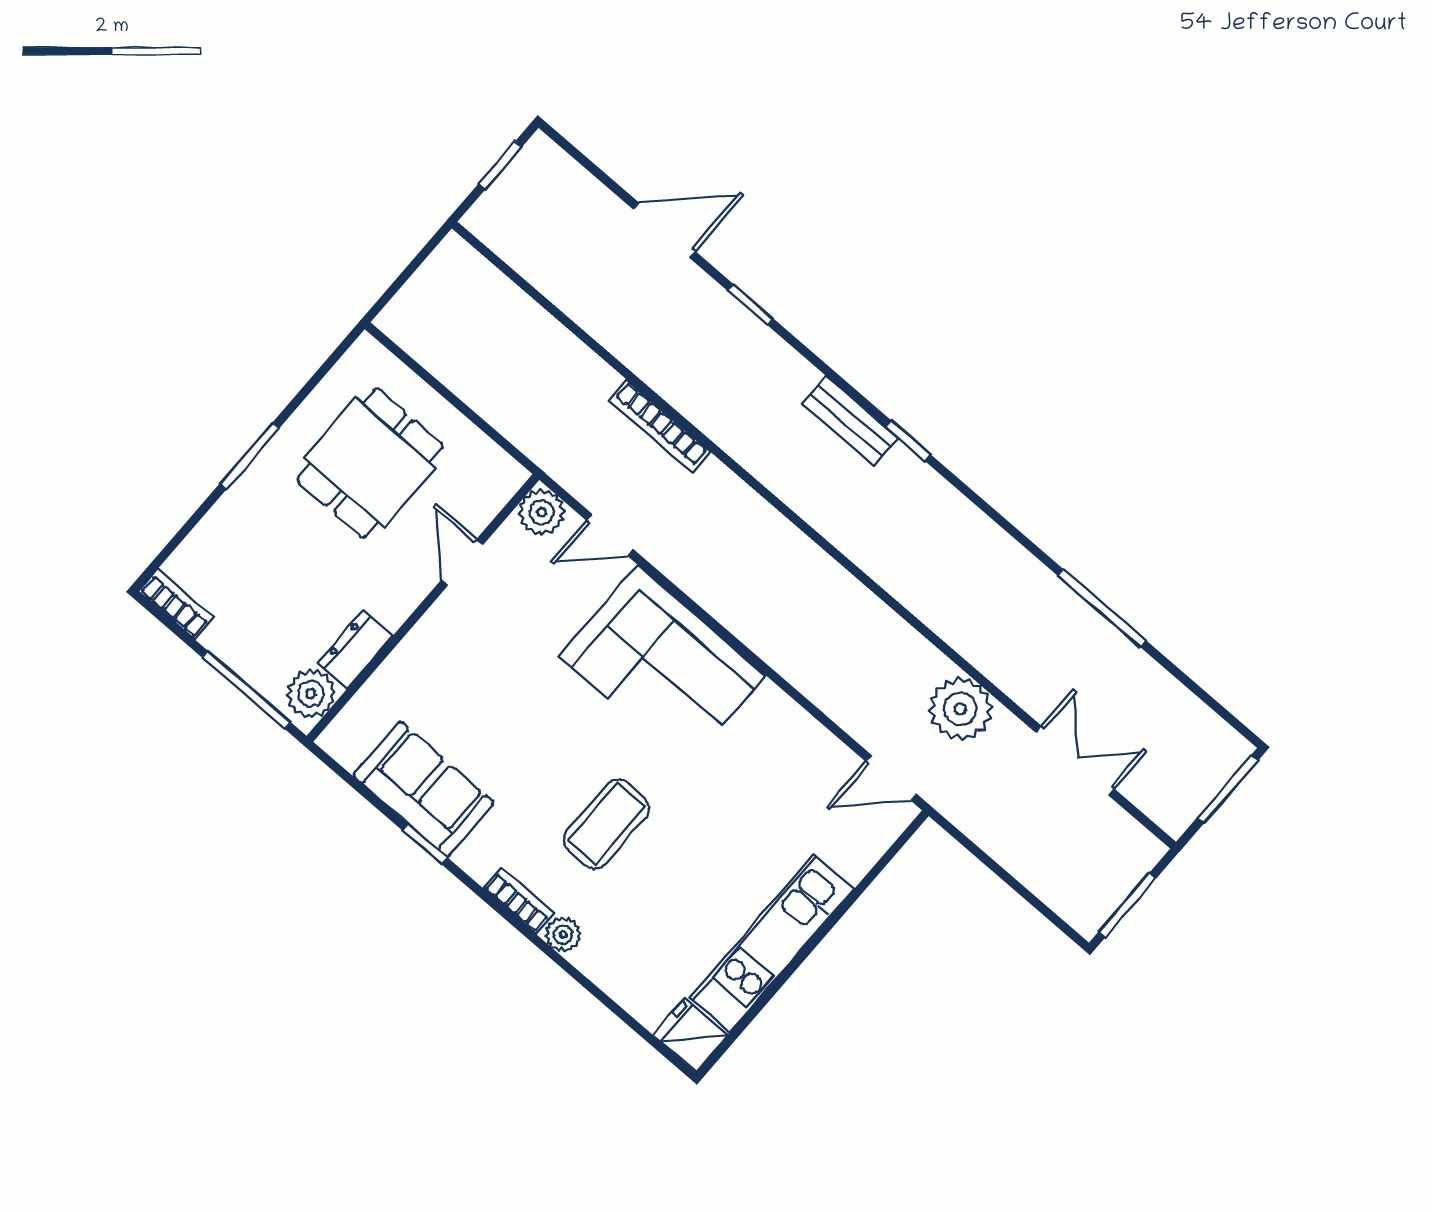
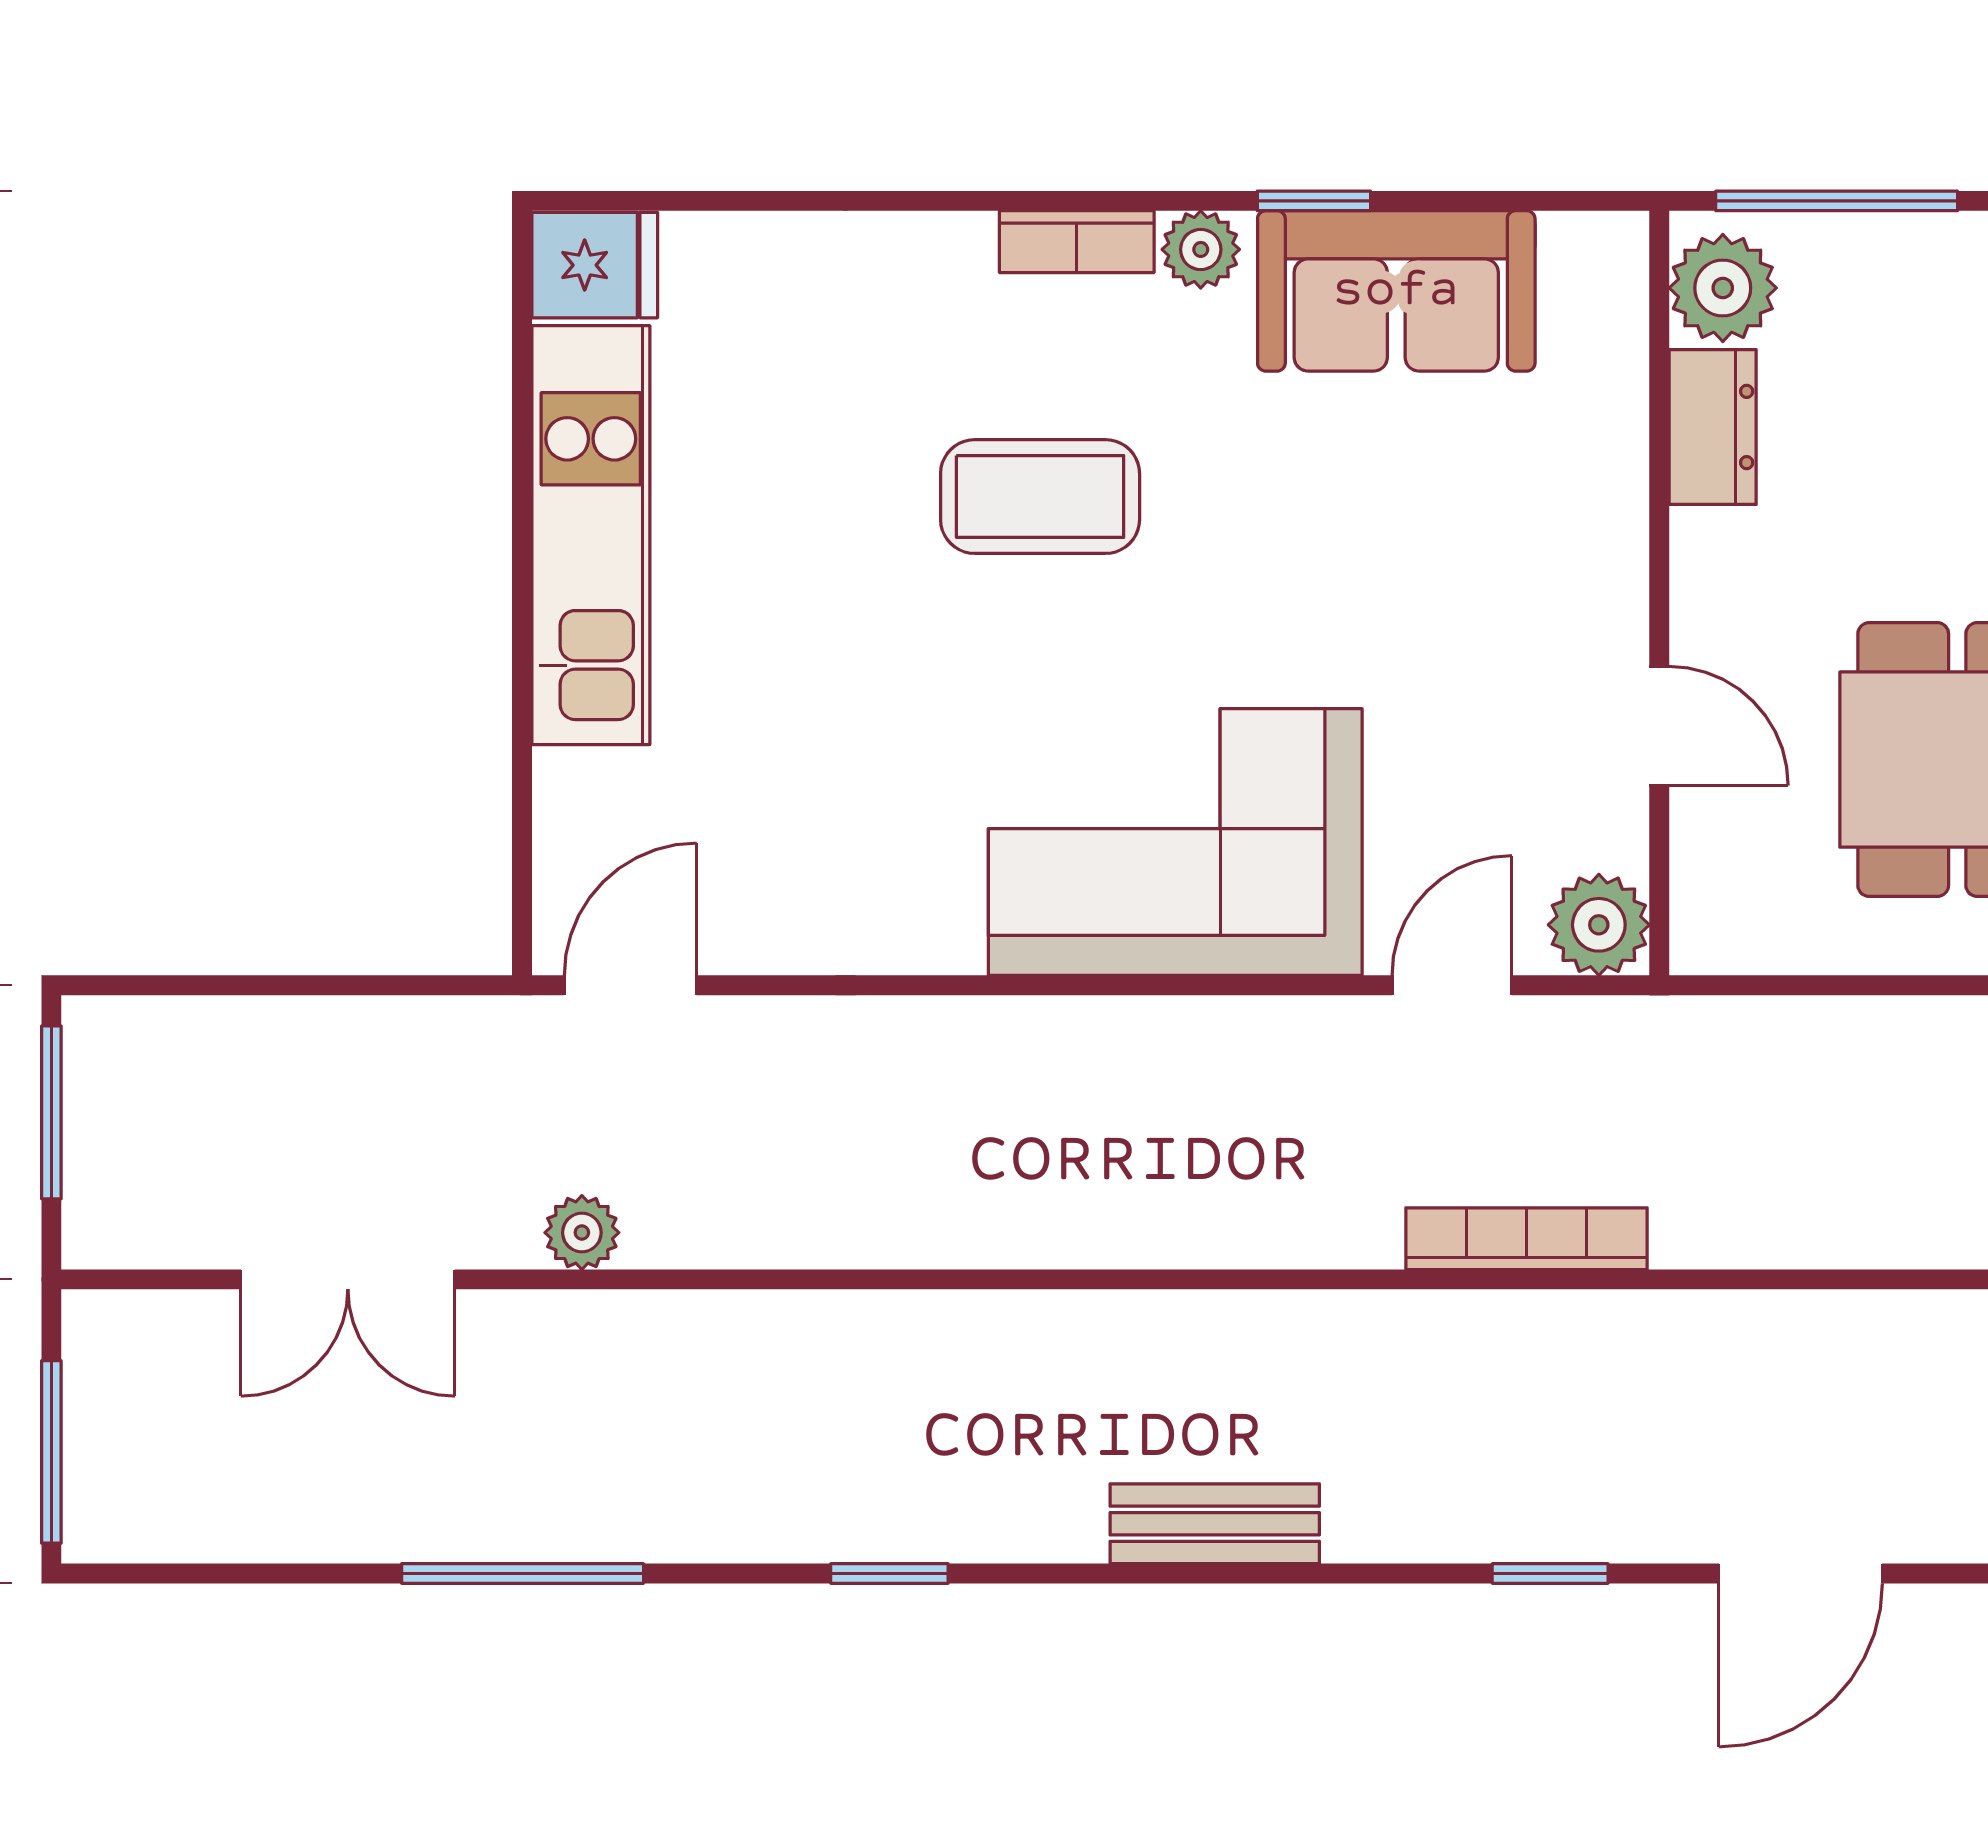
window: (908, 441) -> (889, 1574), moved
plant: (960, 709) -> (582, 1233), width x0.53, depth x0.53
coffee table: (606, 824) -> (1040, 497), turned 90
plant: (563, 934) -> (1201, 249), moved

